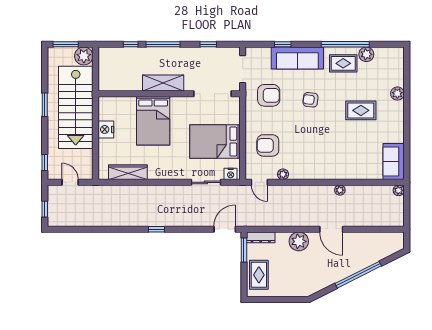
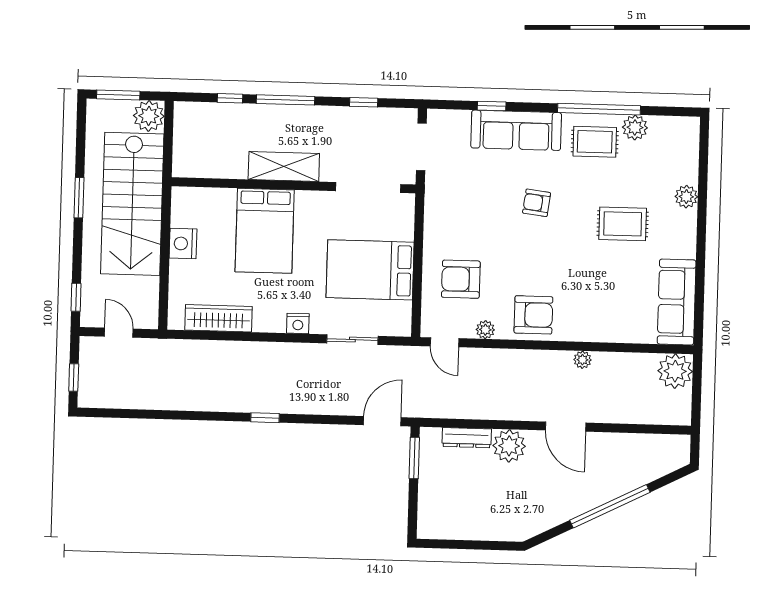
armchair: (269, 95) -> (533, 315), moved
sofa: (394, 162) -> (677, 302), width x1.36
nightstand: (231, 174) -> (298, 323), moved
plant: (399, 190) -> (675, 371), width x1.87, depth x1.87
dresser: (261, 237) -> (467, 438), moved
rug: (259, 275) -> (439, 501), removed

